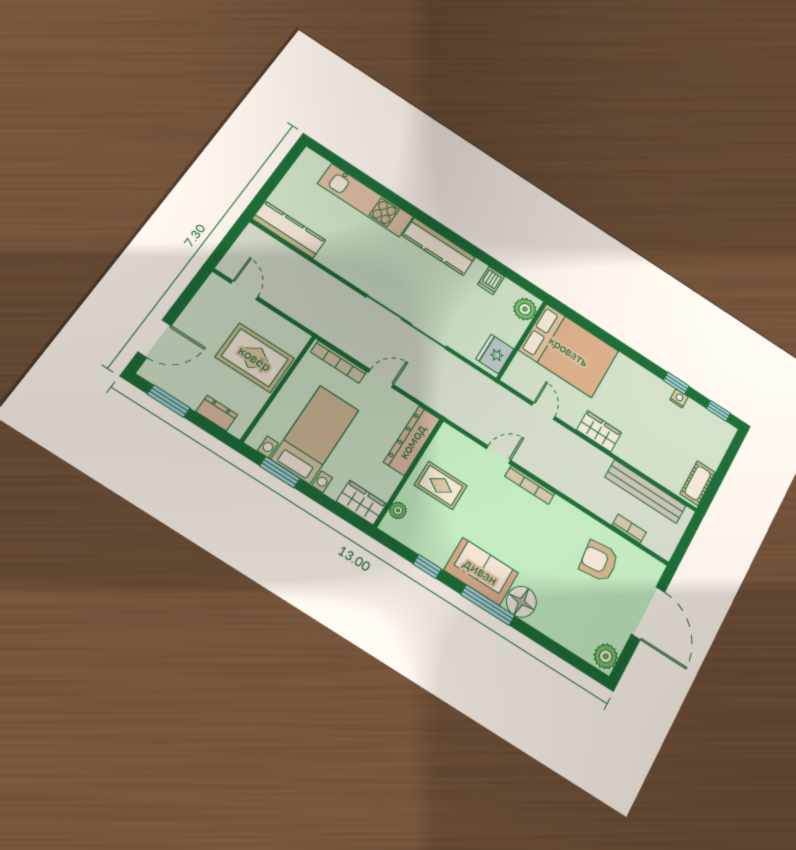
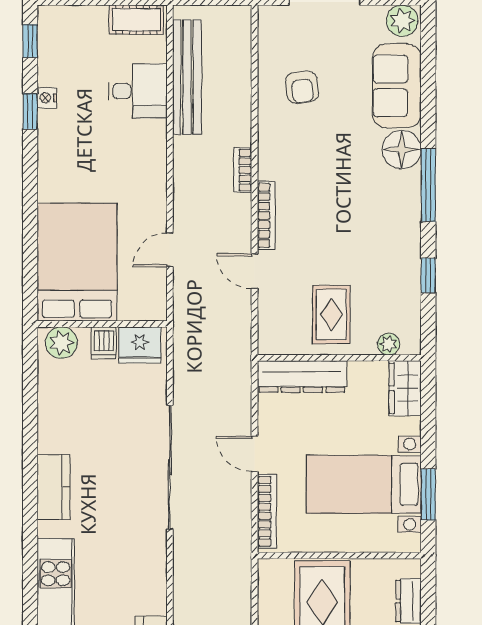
kitchen counter: (439, 246) -> (53, 487), width x0.67
dishwasher: (491, 281) -> (104, 343), moved, turned 90
wardrobe: (599, 431) -> (151, 171), removed
desk: (653, 455) -> (138, 91), added
bookcase: (629, 529) -> (243, 170), moved
armchair: (599, 561) -> (302, 87), width x0.72, depth x0.72
sofa: (481, 571) -> (397, 86), moved

